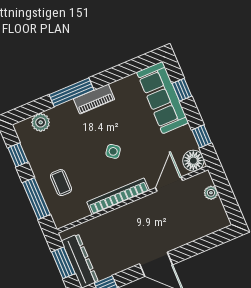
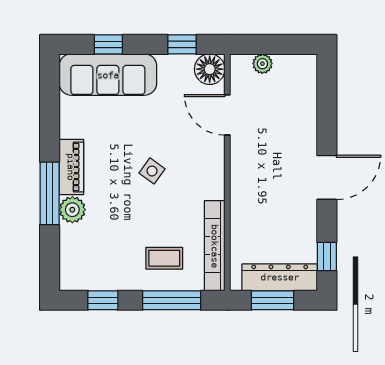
plant: (41, 122) -> (72, 210), moved
bookcase: (118, 196) -> (215, 246), moved

